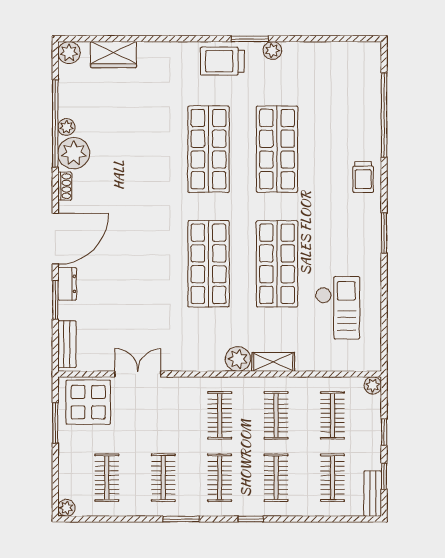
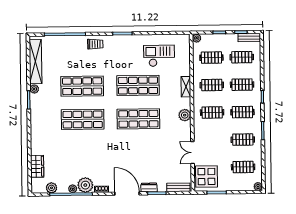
plant: (69, 53) -> (51, 188), moved
shelving: (329, 54) -> (35, 62), added
trolley: (222, 61) -> (40, 113), removed
plant: (238, 359) -> (185, 115), moved

